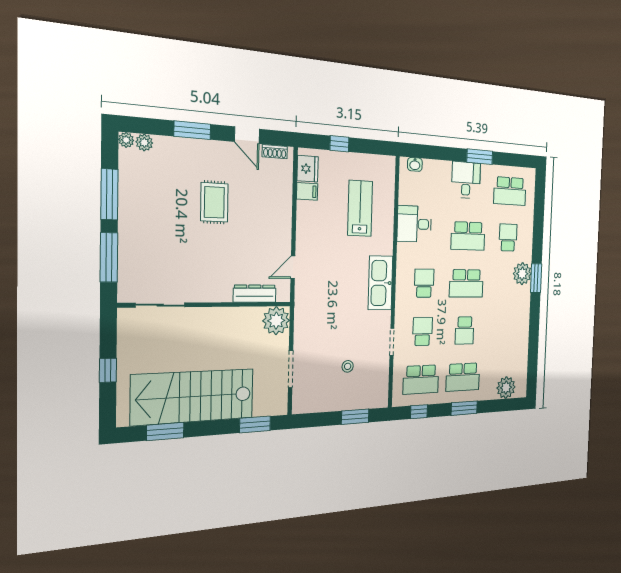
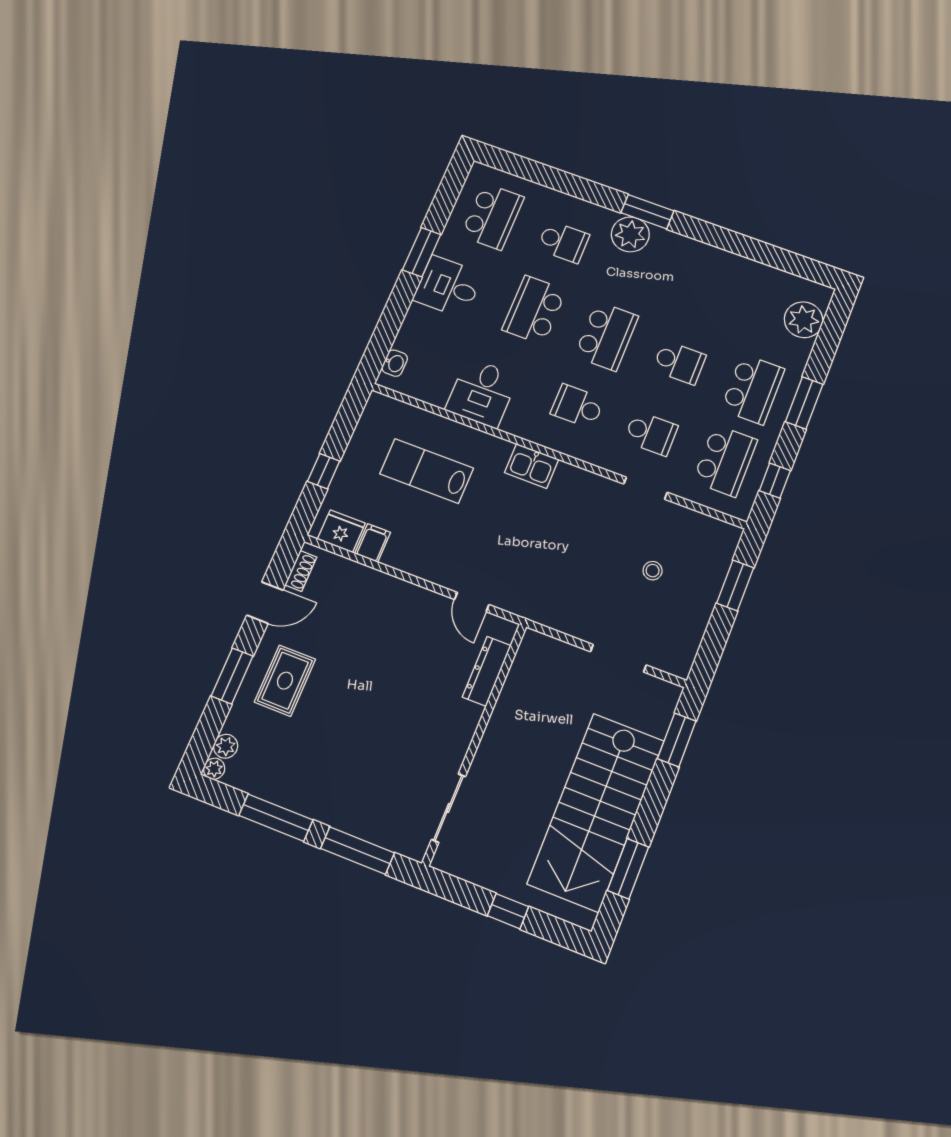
rug: (214, 202) -> (285, 681), moved, turned 90
school desk: (468, 236) -> (534, 310), turned 180
school desk: (508, 238) -> (563, 242), turned 180
kitchen sink: (380, 283) -> (532, 466), width x0.53, depth x0.81
plant: (276, 321) -> (538, 654), removed
school desk: (423, 332) -> (651, 433), turned 180

